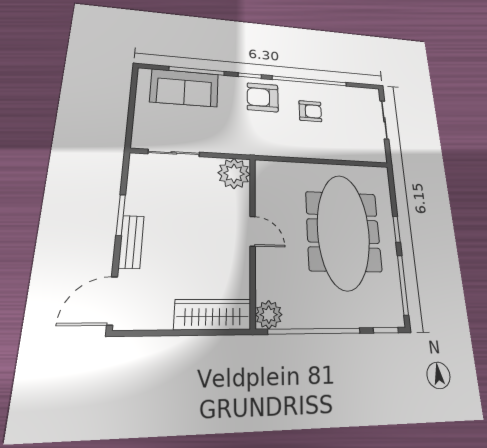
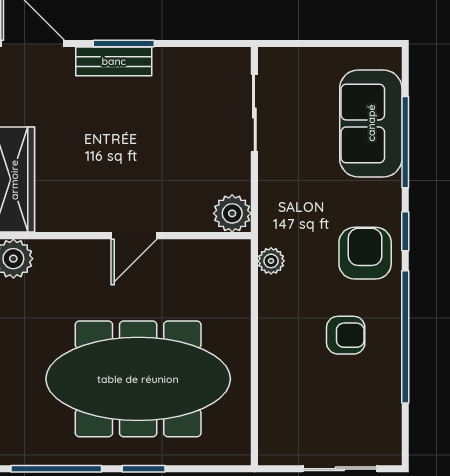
armchair: (310, 111) -> (346, 335), turned -90
plant: (268, 149) -> (271, 261), added
plant: (234, 173) -> (232, 213), width x0.73, depth x0.73
window: (121, 215) -> (124, 44), moved

